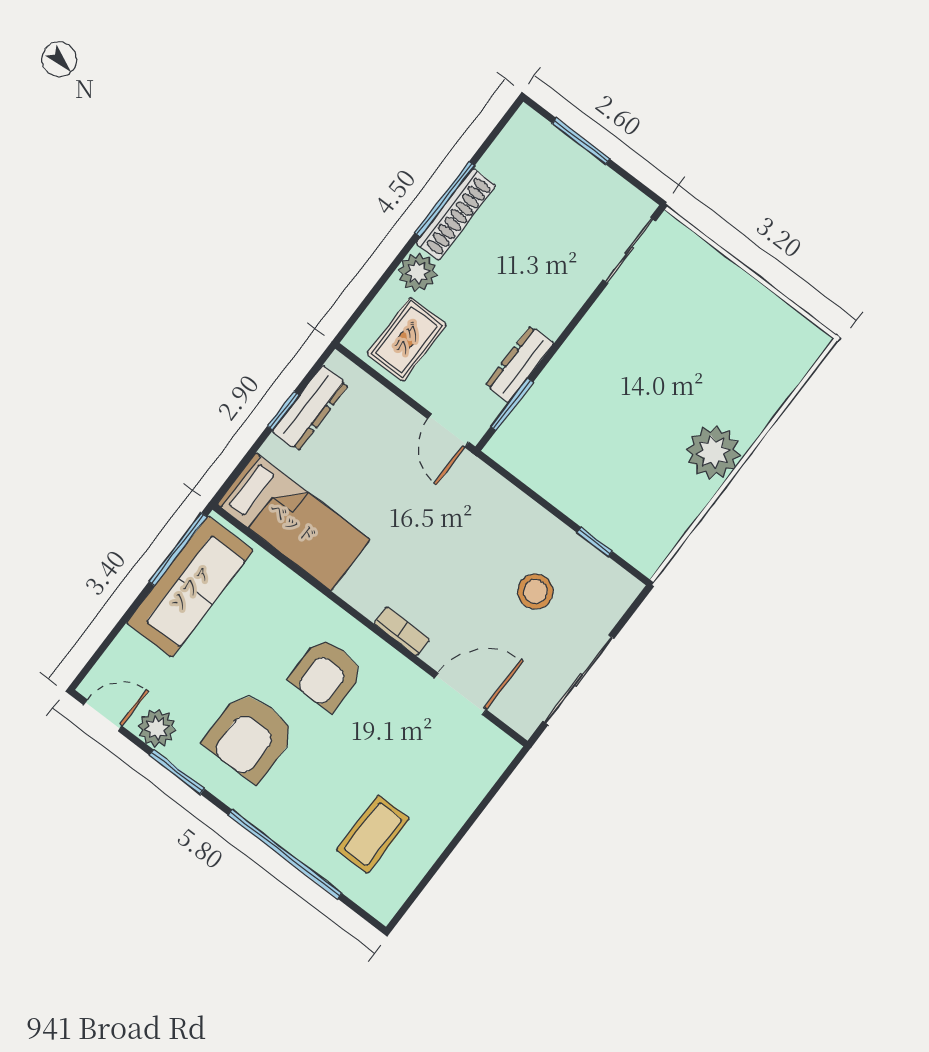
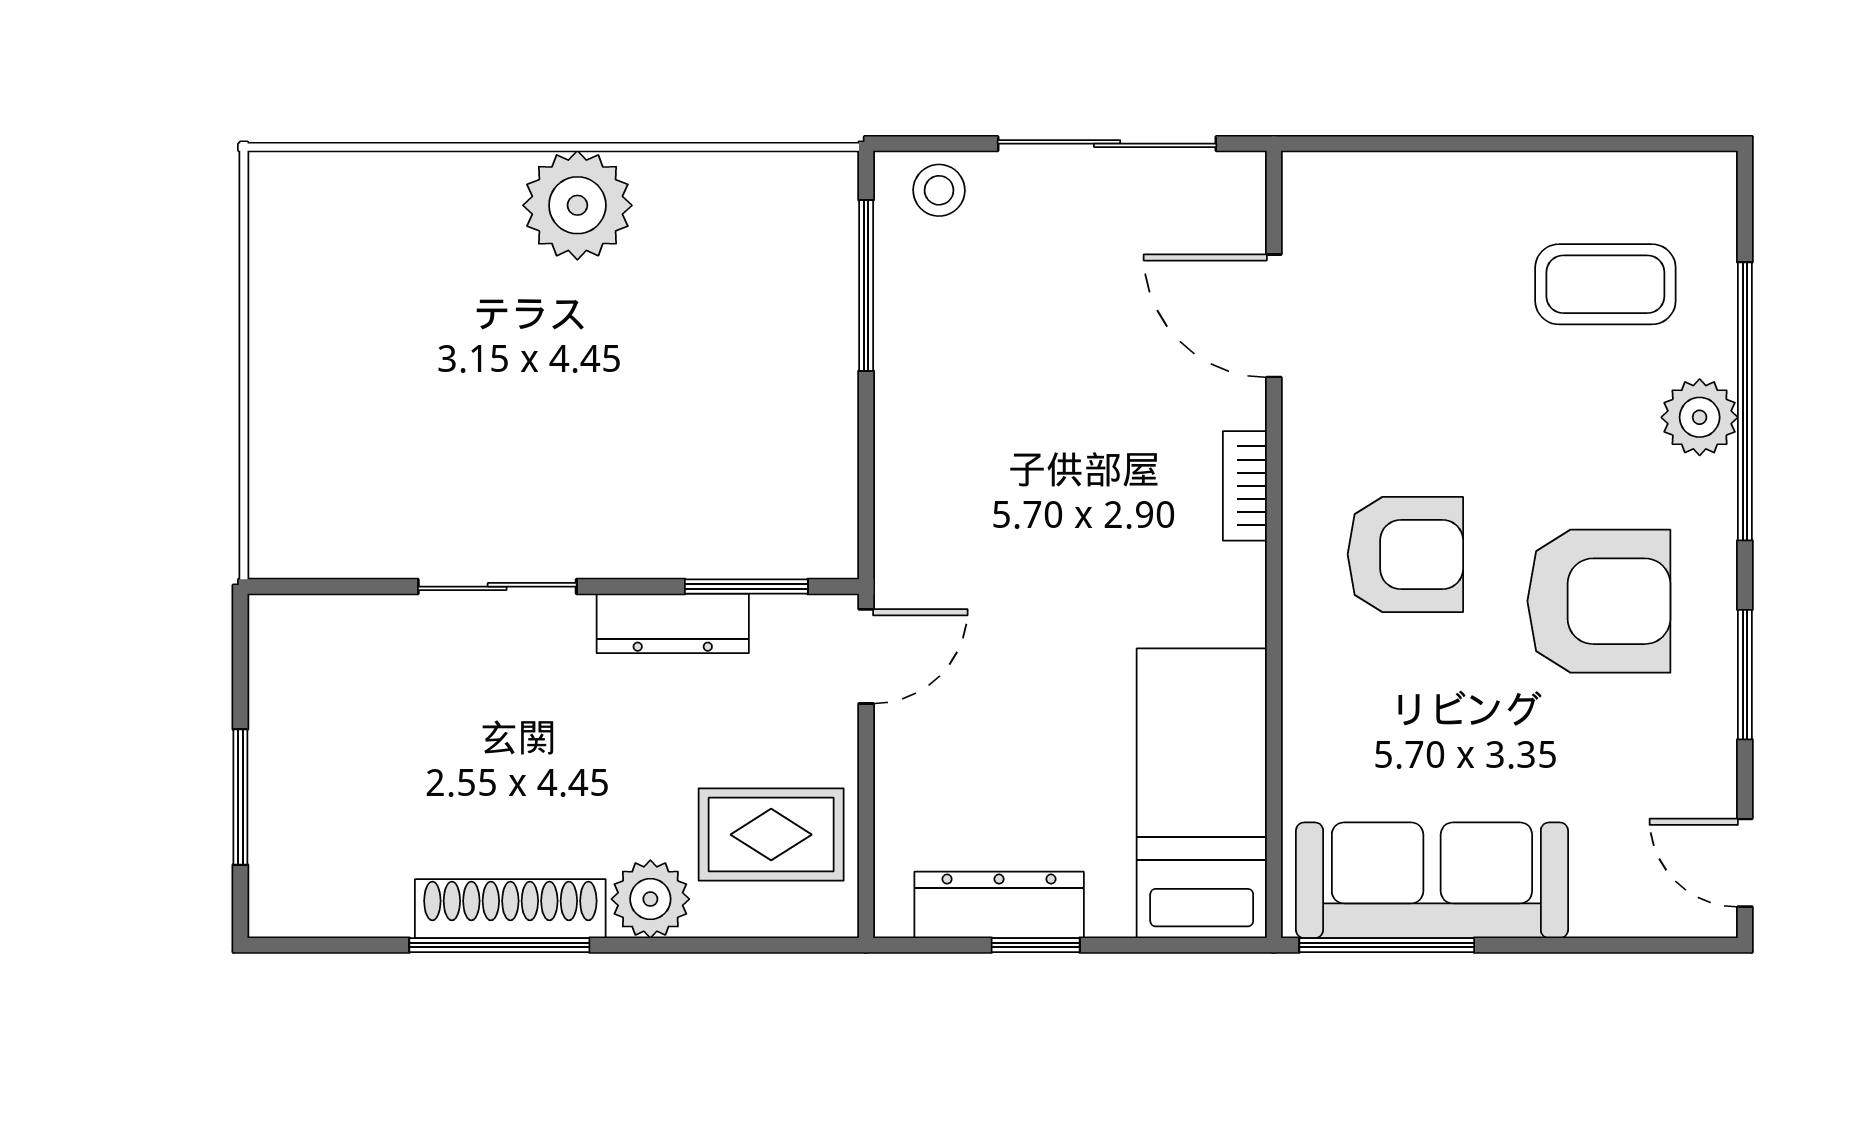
sliding door: (629, 250) -> (497, 587), moved
window: (595, 542) -> (866, 285), width x2.17
stool: (535, 591) -> (939, 190), moved, width x0.73, depth x0.73
plant: (157, 728) -> (1700, 417), moved

